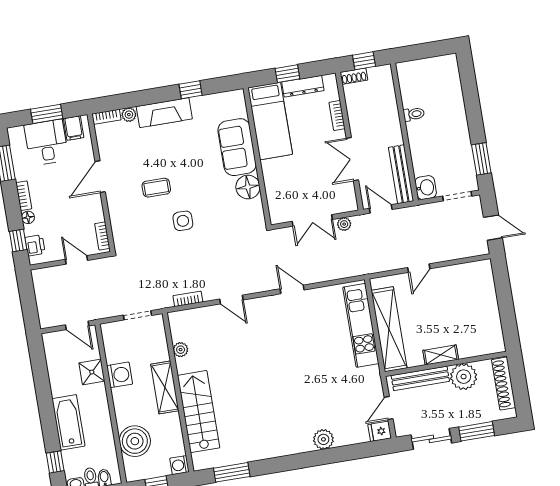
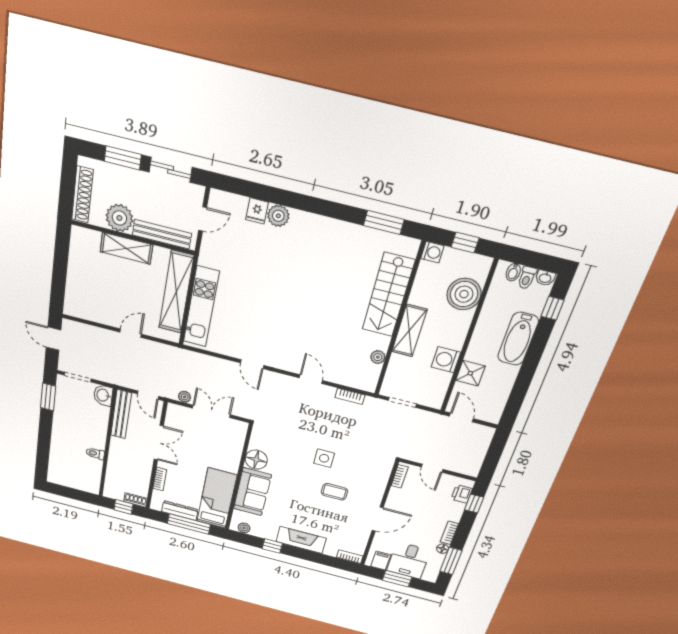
window: (287, 74) -> (189, 524), width x2.17
plant: (129, 115) -> (244, 528), moved
floor lamp: (28, 217) -> (443, 549), moved
shelving: (441, 355) -> (126, 248), width x1.50, depth x1.33
fridge: (380, 431) -> (257, 211), moved, turned 90

